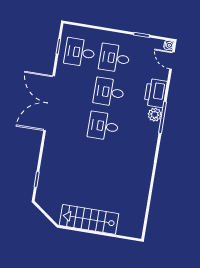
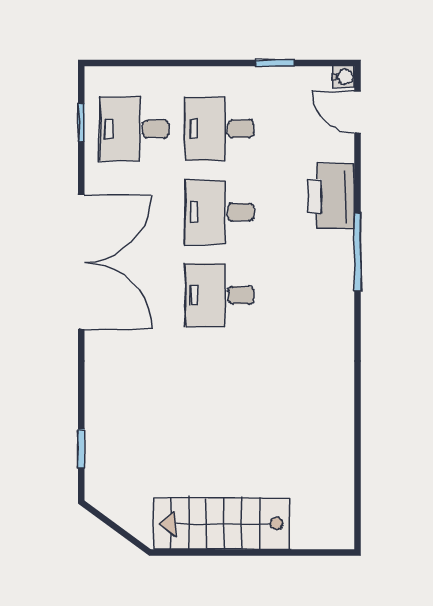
double door: (49, 103) -> (81, 262), swing flipped
plant: (155, 115) -> (338, 248), removed

